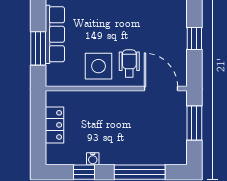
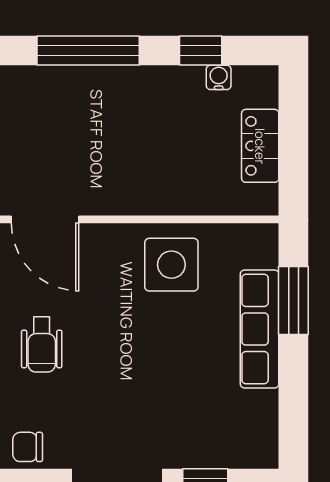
wheelchair: (129, 63) -> (42, 345), moved
water cooler: (93, 159) -> (219, 77), moved

